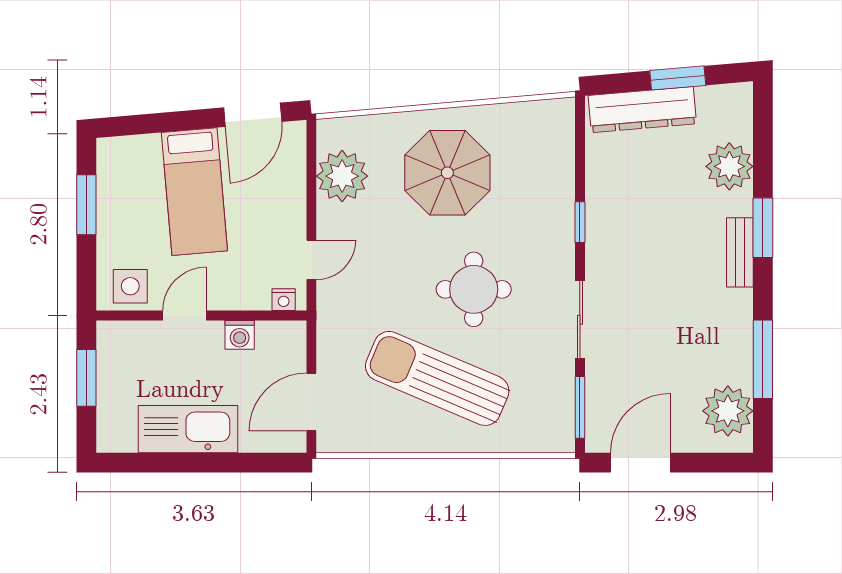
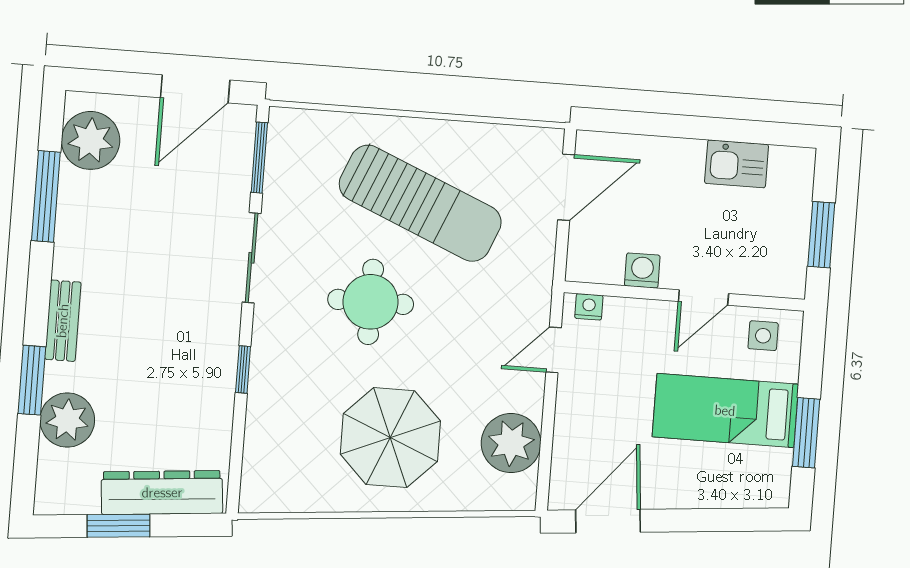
bed: (194, 192) -> (725, 411), moved, turned -85
window: (763, 228) -> (32, 380), moved
side table: (130, 286) -> (763, 336), width x0.73, depth x0.73
kitchen sink: (188, 429) -> (737, 164), width x0.53, depth x0.81

